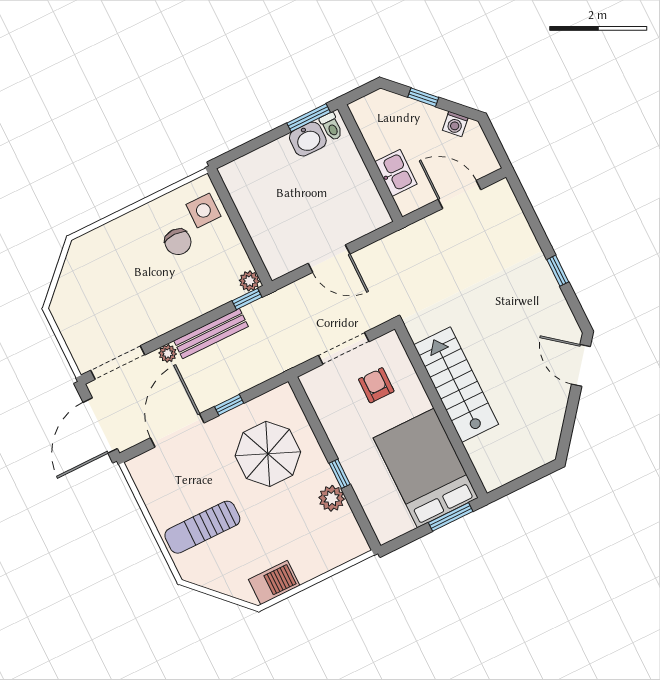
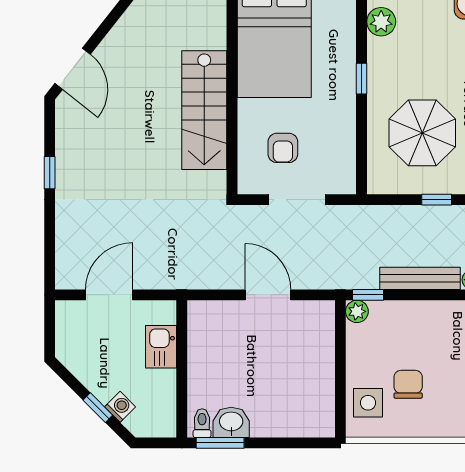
washing machine: (455, 124) -> (120, 407), moved
door: (459, 194) -> (109, 295), swing flipped
plant: (332, 498) -> (381, 22), moved

